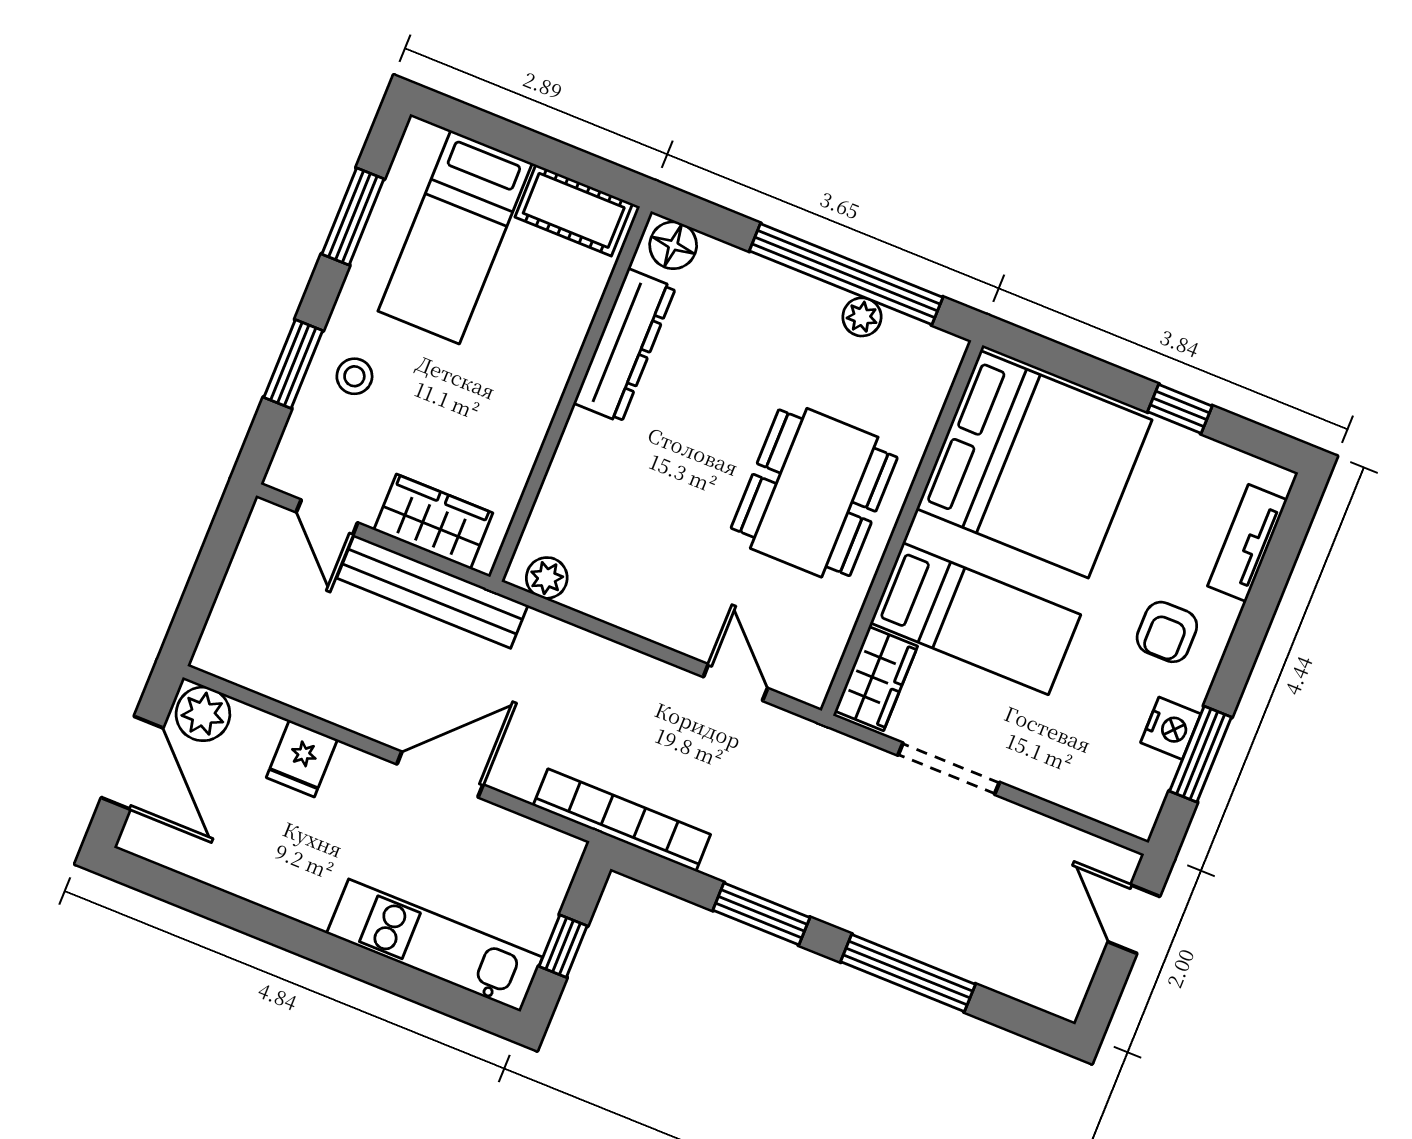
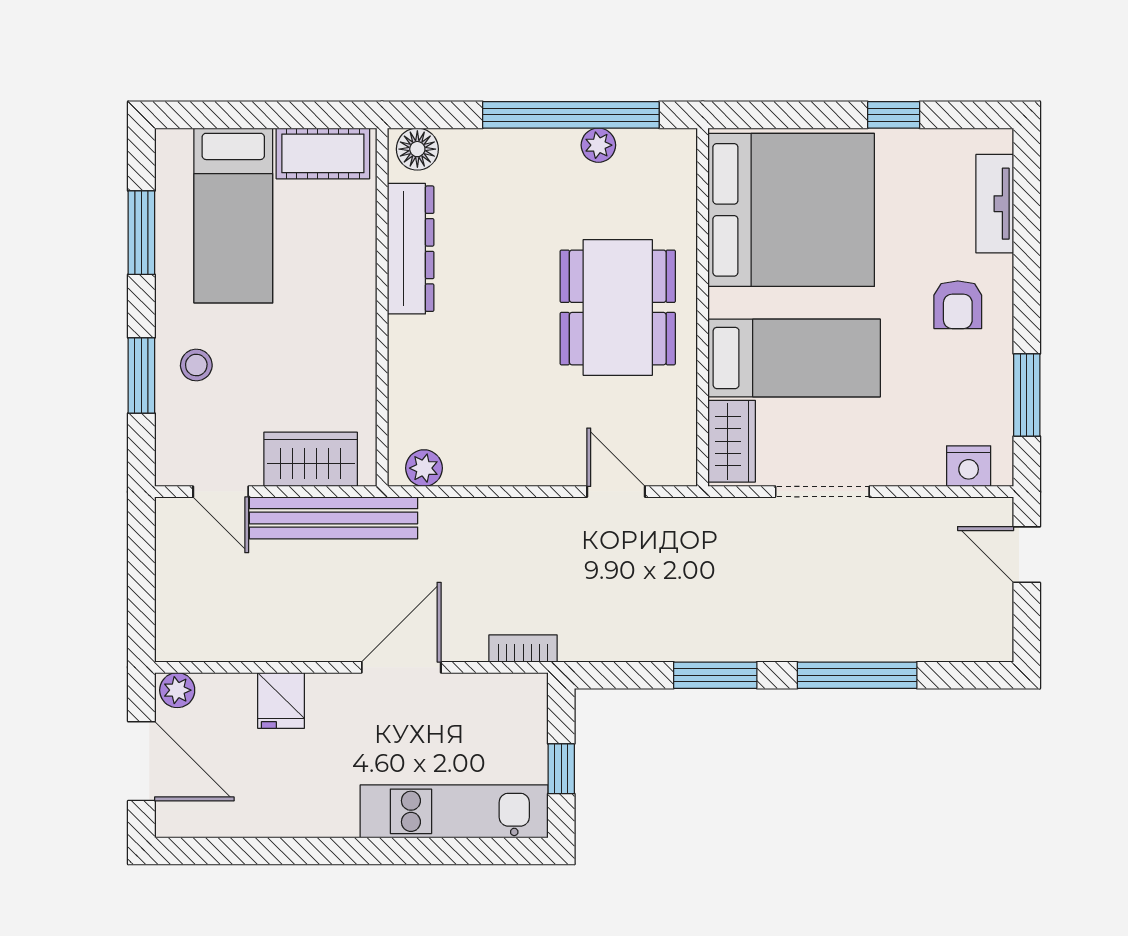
plant: (203, 714) -> (177, 690), width x0.73, depth x0.73
nightstand: (1171, 728) -> (969, 466), moved, turned 90
bookcase: (622, 820) -> (523, 648), width x0.43, depth x0.76

